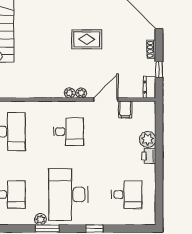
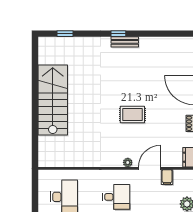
plant: (70, 93) -> (117, 162), removed

